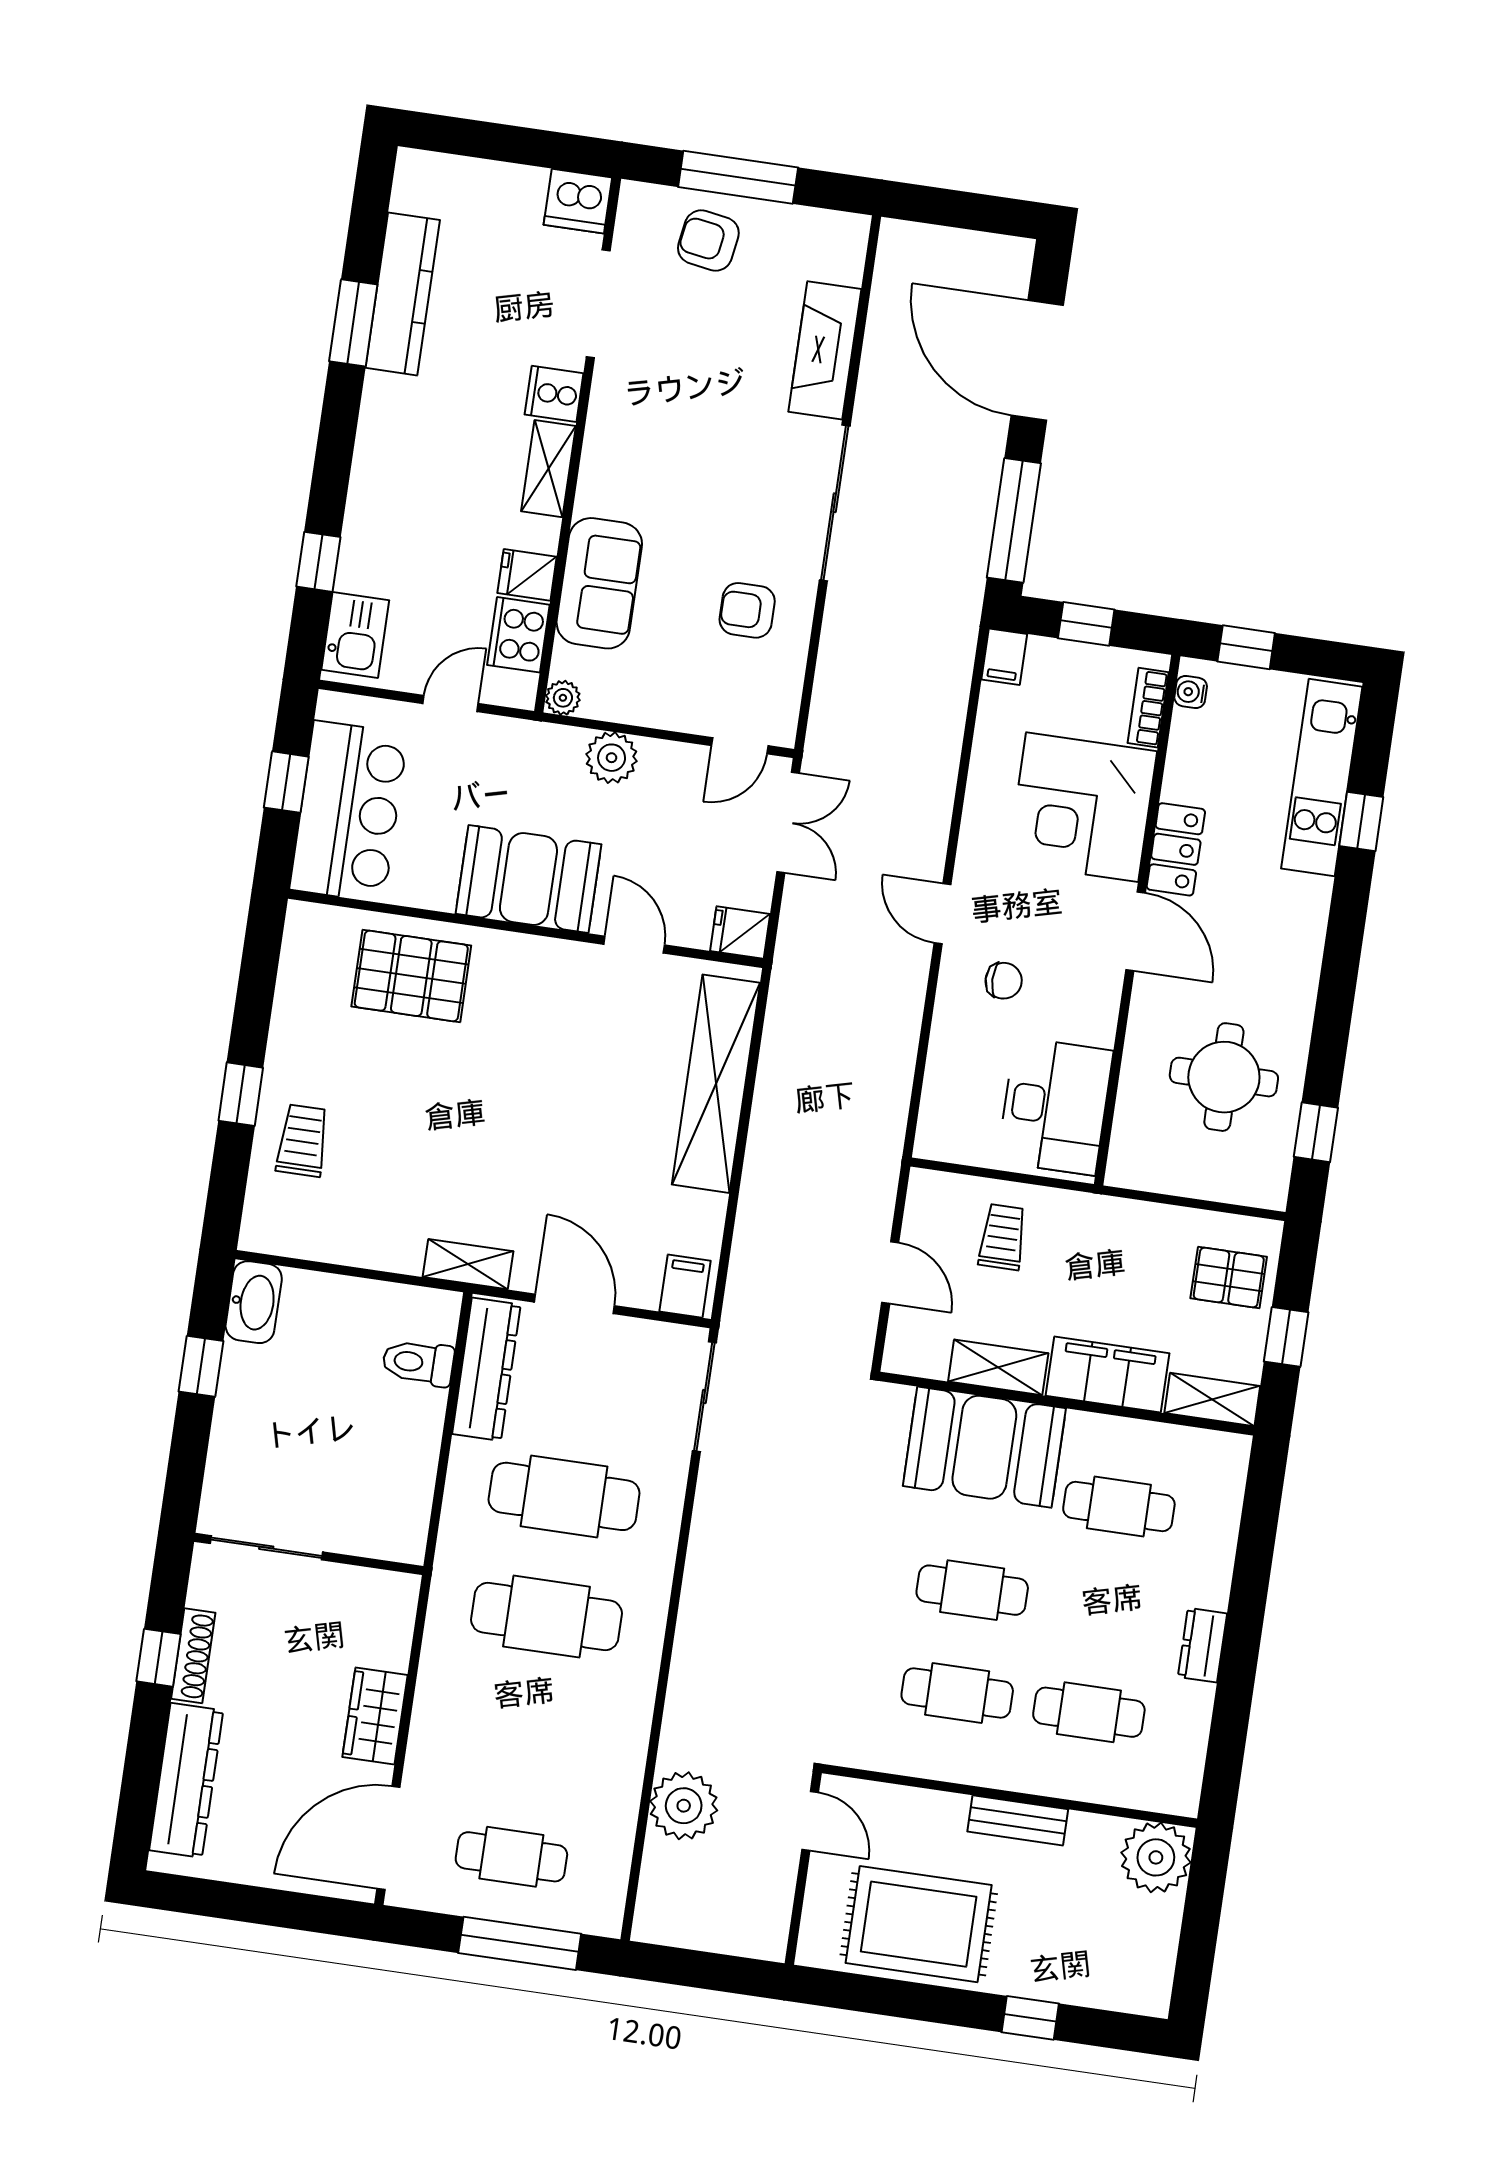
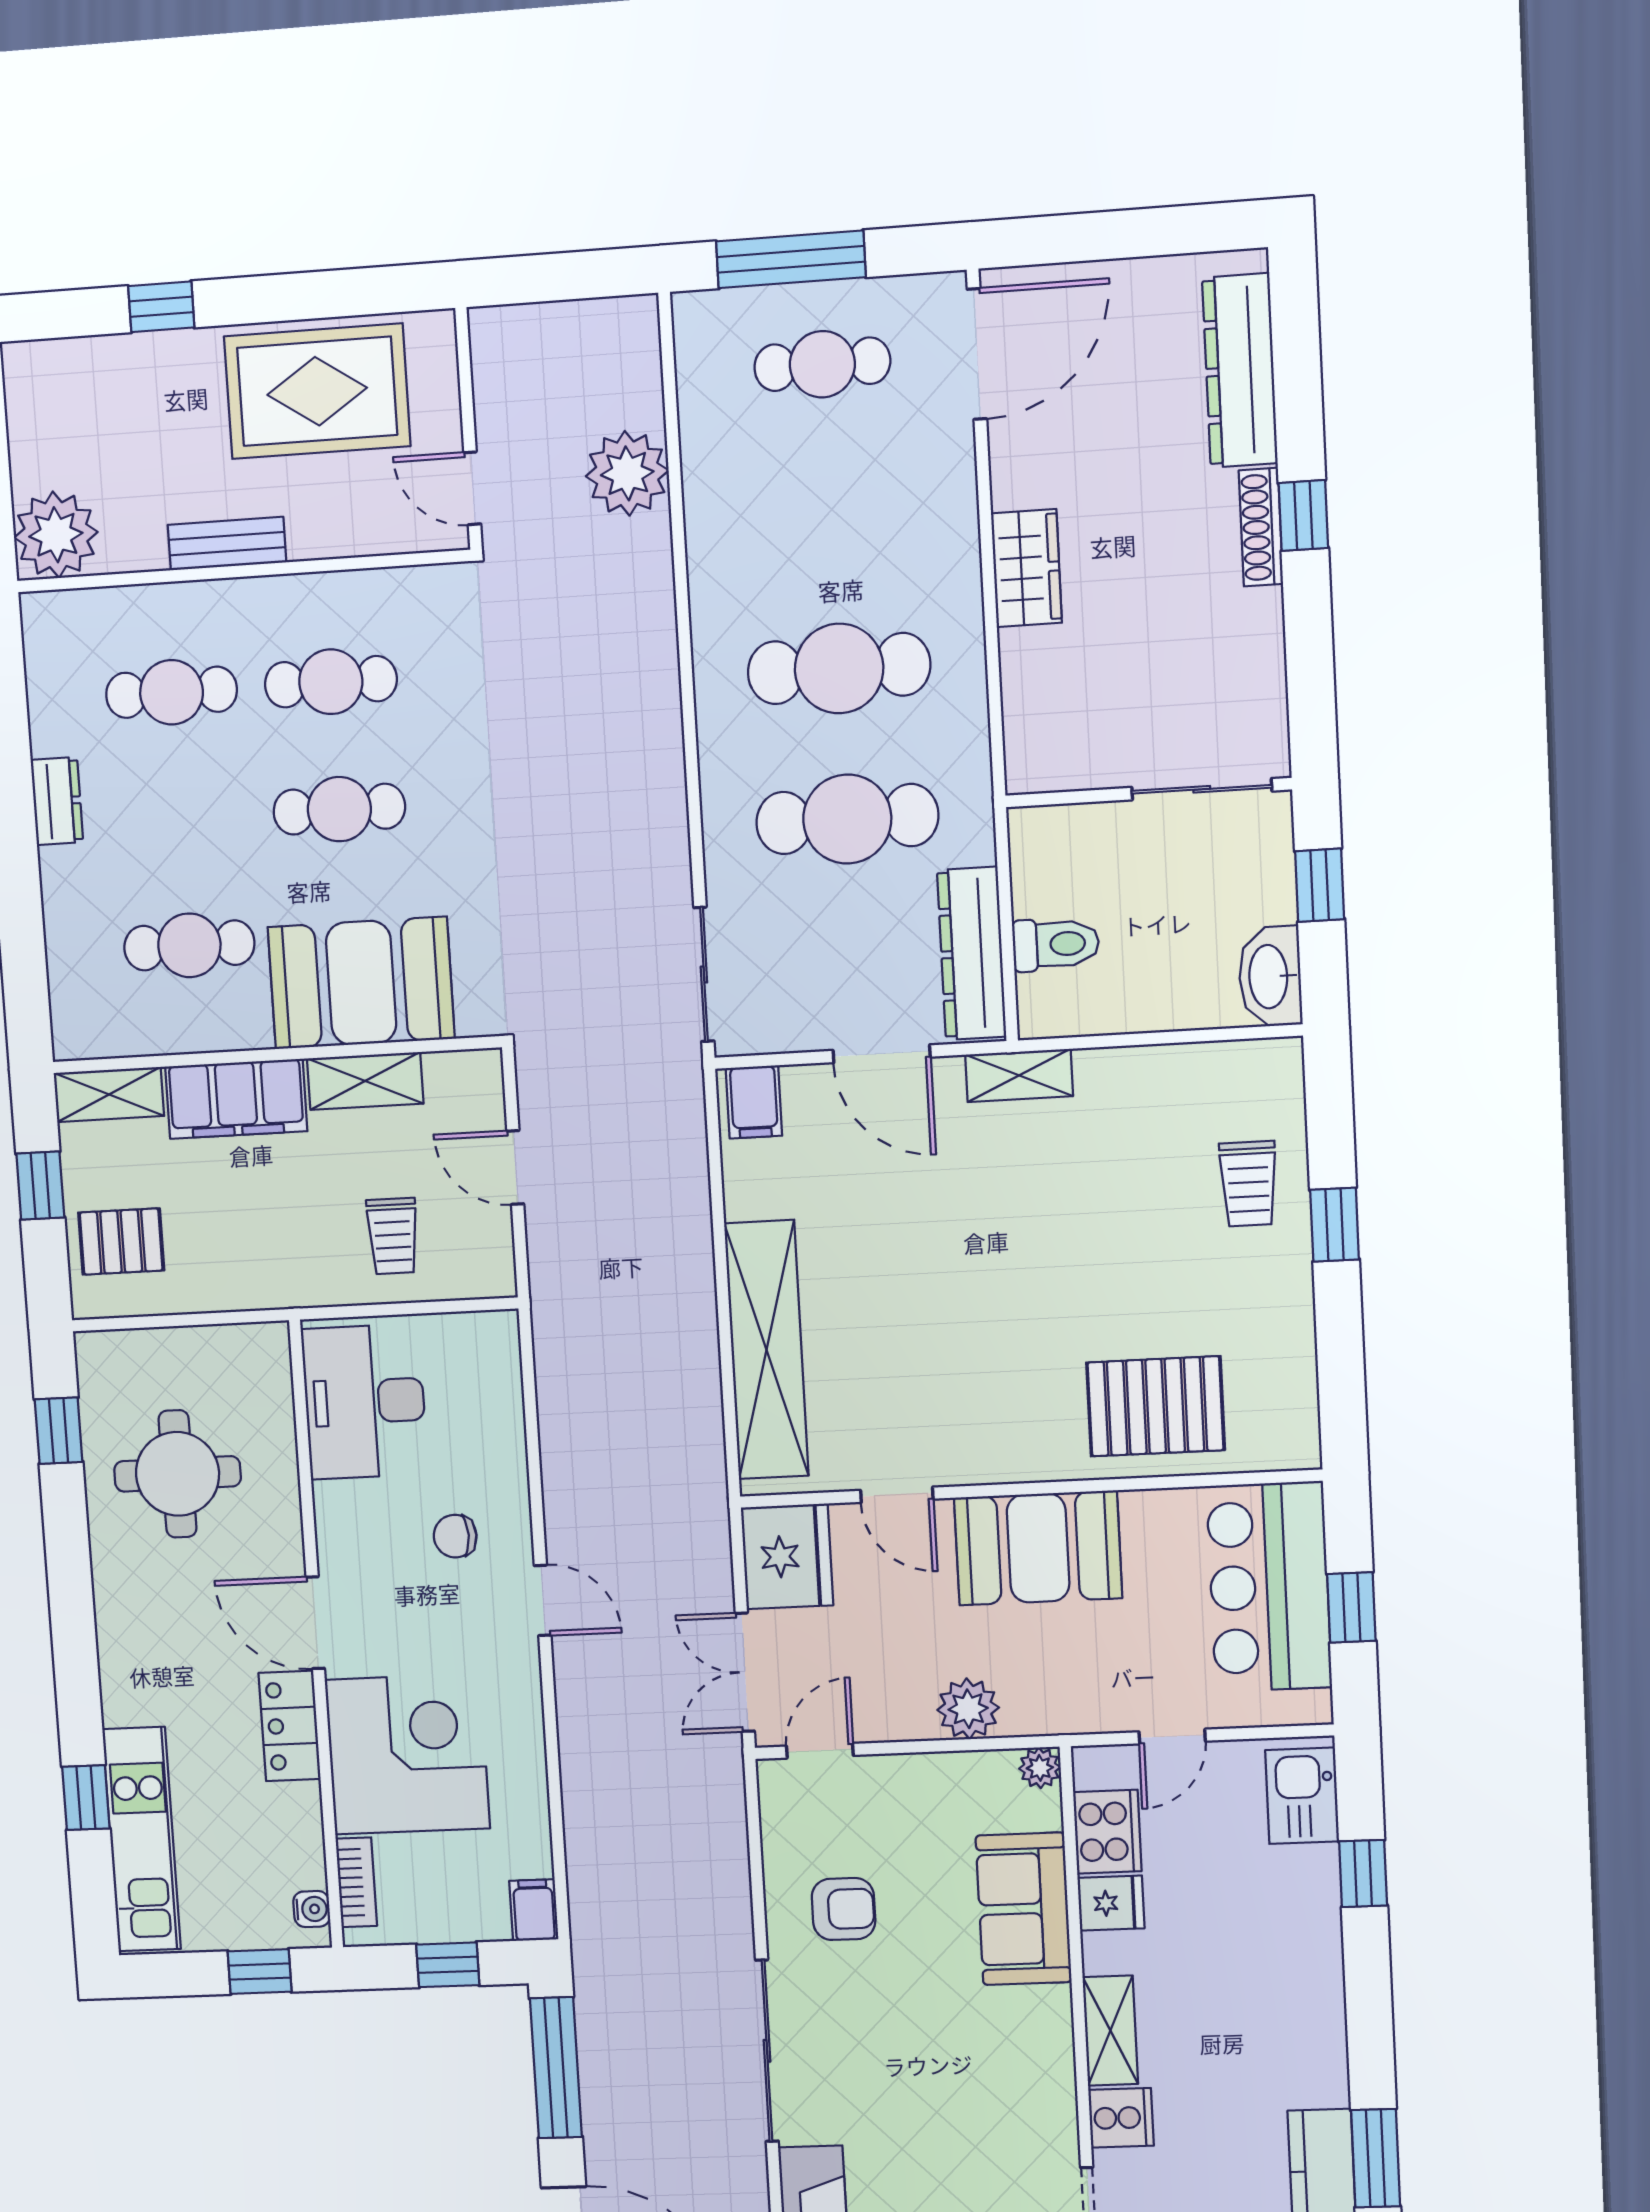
fridge: (740, 932) -> (787, 1556), width x1.88, depth x1.34
sliding door: (266, 1548) -> (1202, 789), moved
wall: (309, 1554) -> (1148, 793), moved
wardrobe: (375, 1716) -> (1026, 568), moved

